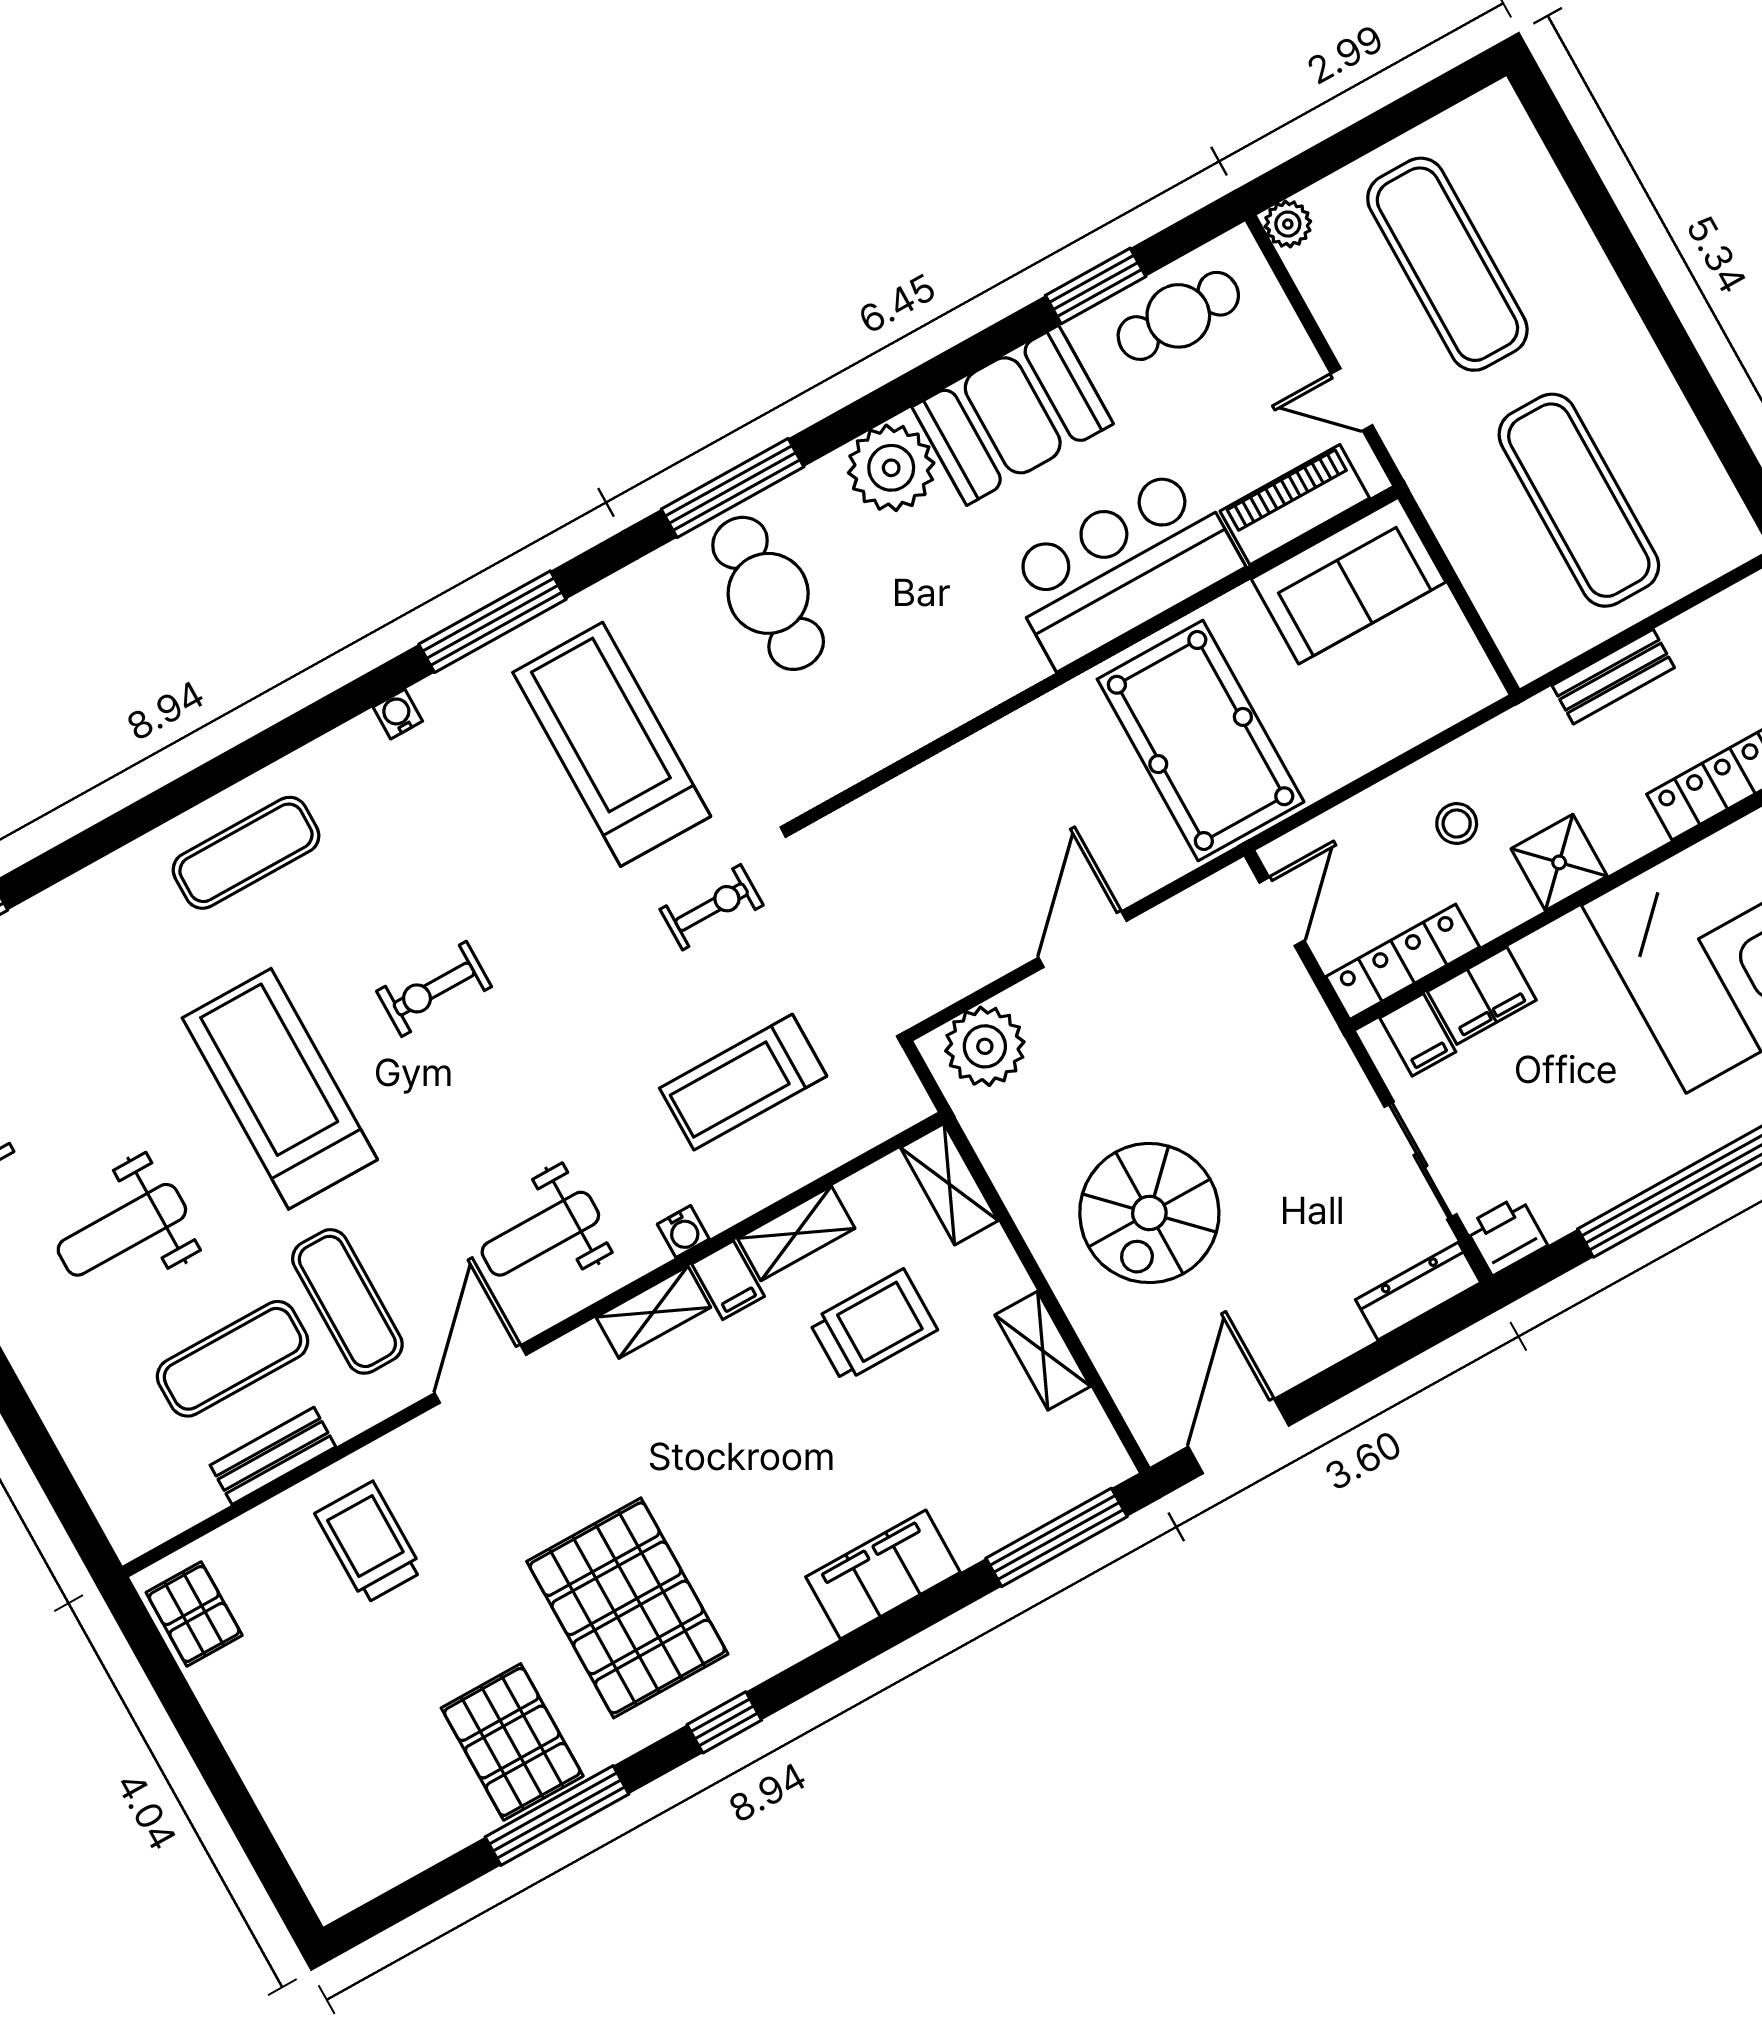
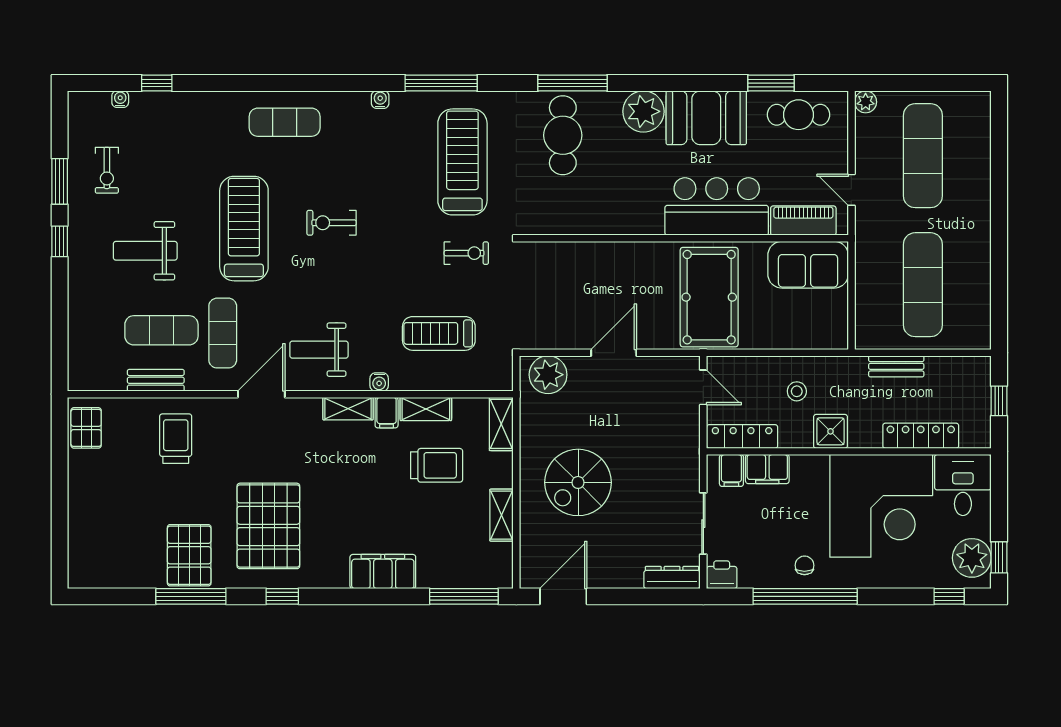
door: (1282, 911) -> (703, 387), hinge flipped
chair: (1648, 1134) -> (804, 565), added

